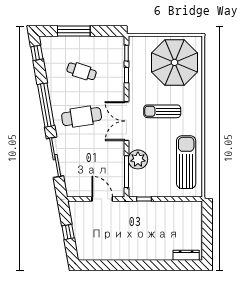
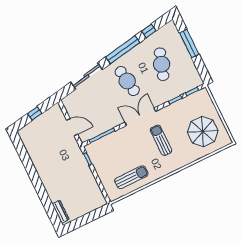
window: (37, 53) -> (149, 31), moved
parasol: (175, 62) -> (203, 132), width x0.73, depth x0.73
cafe table: (82, 71) -> (162, 64), width x1.37, depth x1.35
plant: (138, 159) -> (115, 140), removed
sun lounger: (186, 162) -> (131, 177), width x0.73, depth x0.75
door: (102, 199) -> (72, 127), hinge flipped

